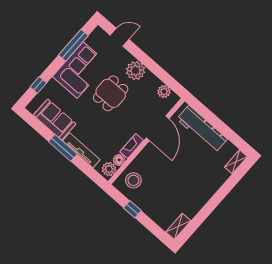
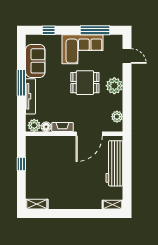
stool: (133, 180) -> (41, 148), removed

